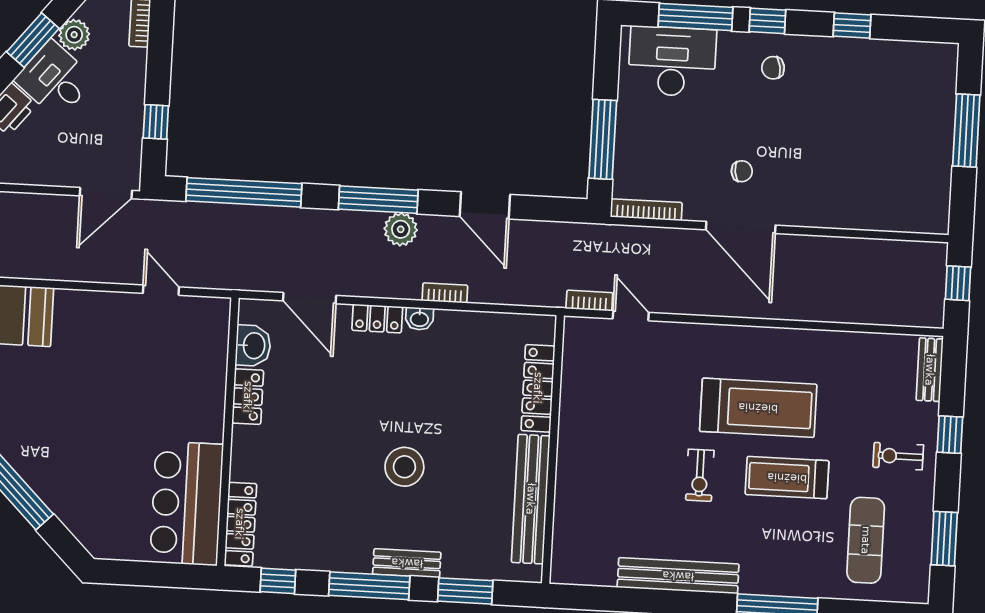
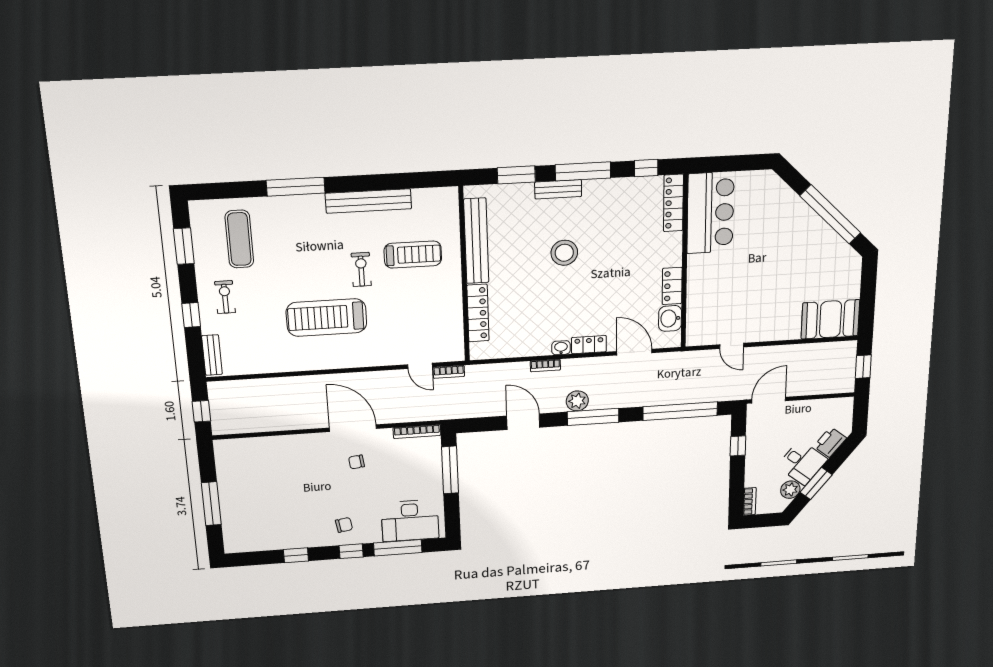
exercise bike: (898, 456) -> (225, 297), turned -90
treadmill: (787, 478) -> (413, 255), moved

